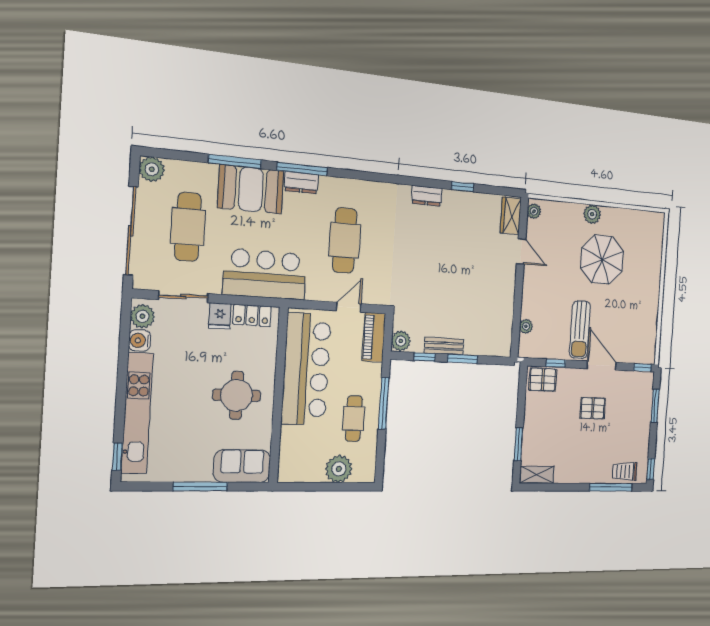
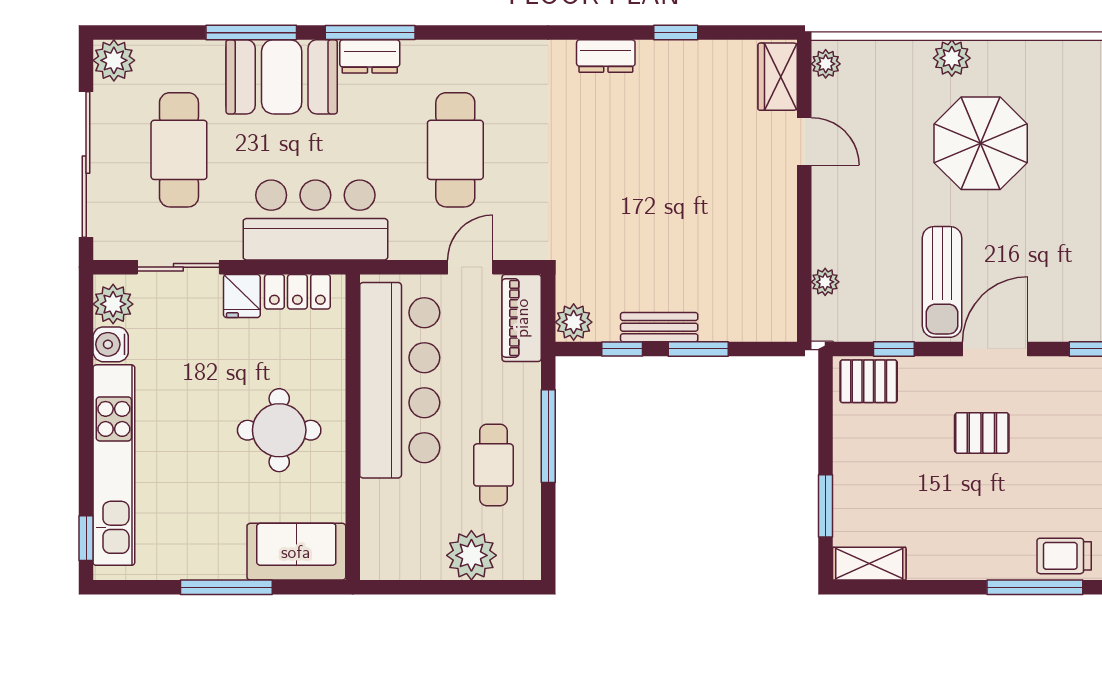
door: (601, 365) -> (995, 349), hinge flipped

